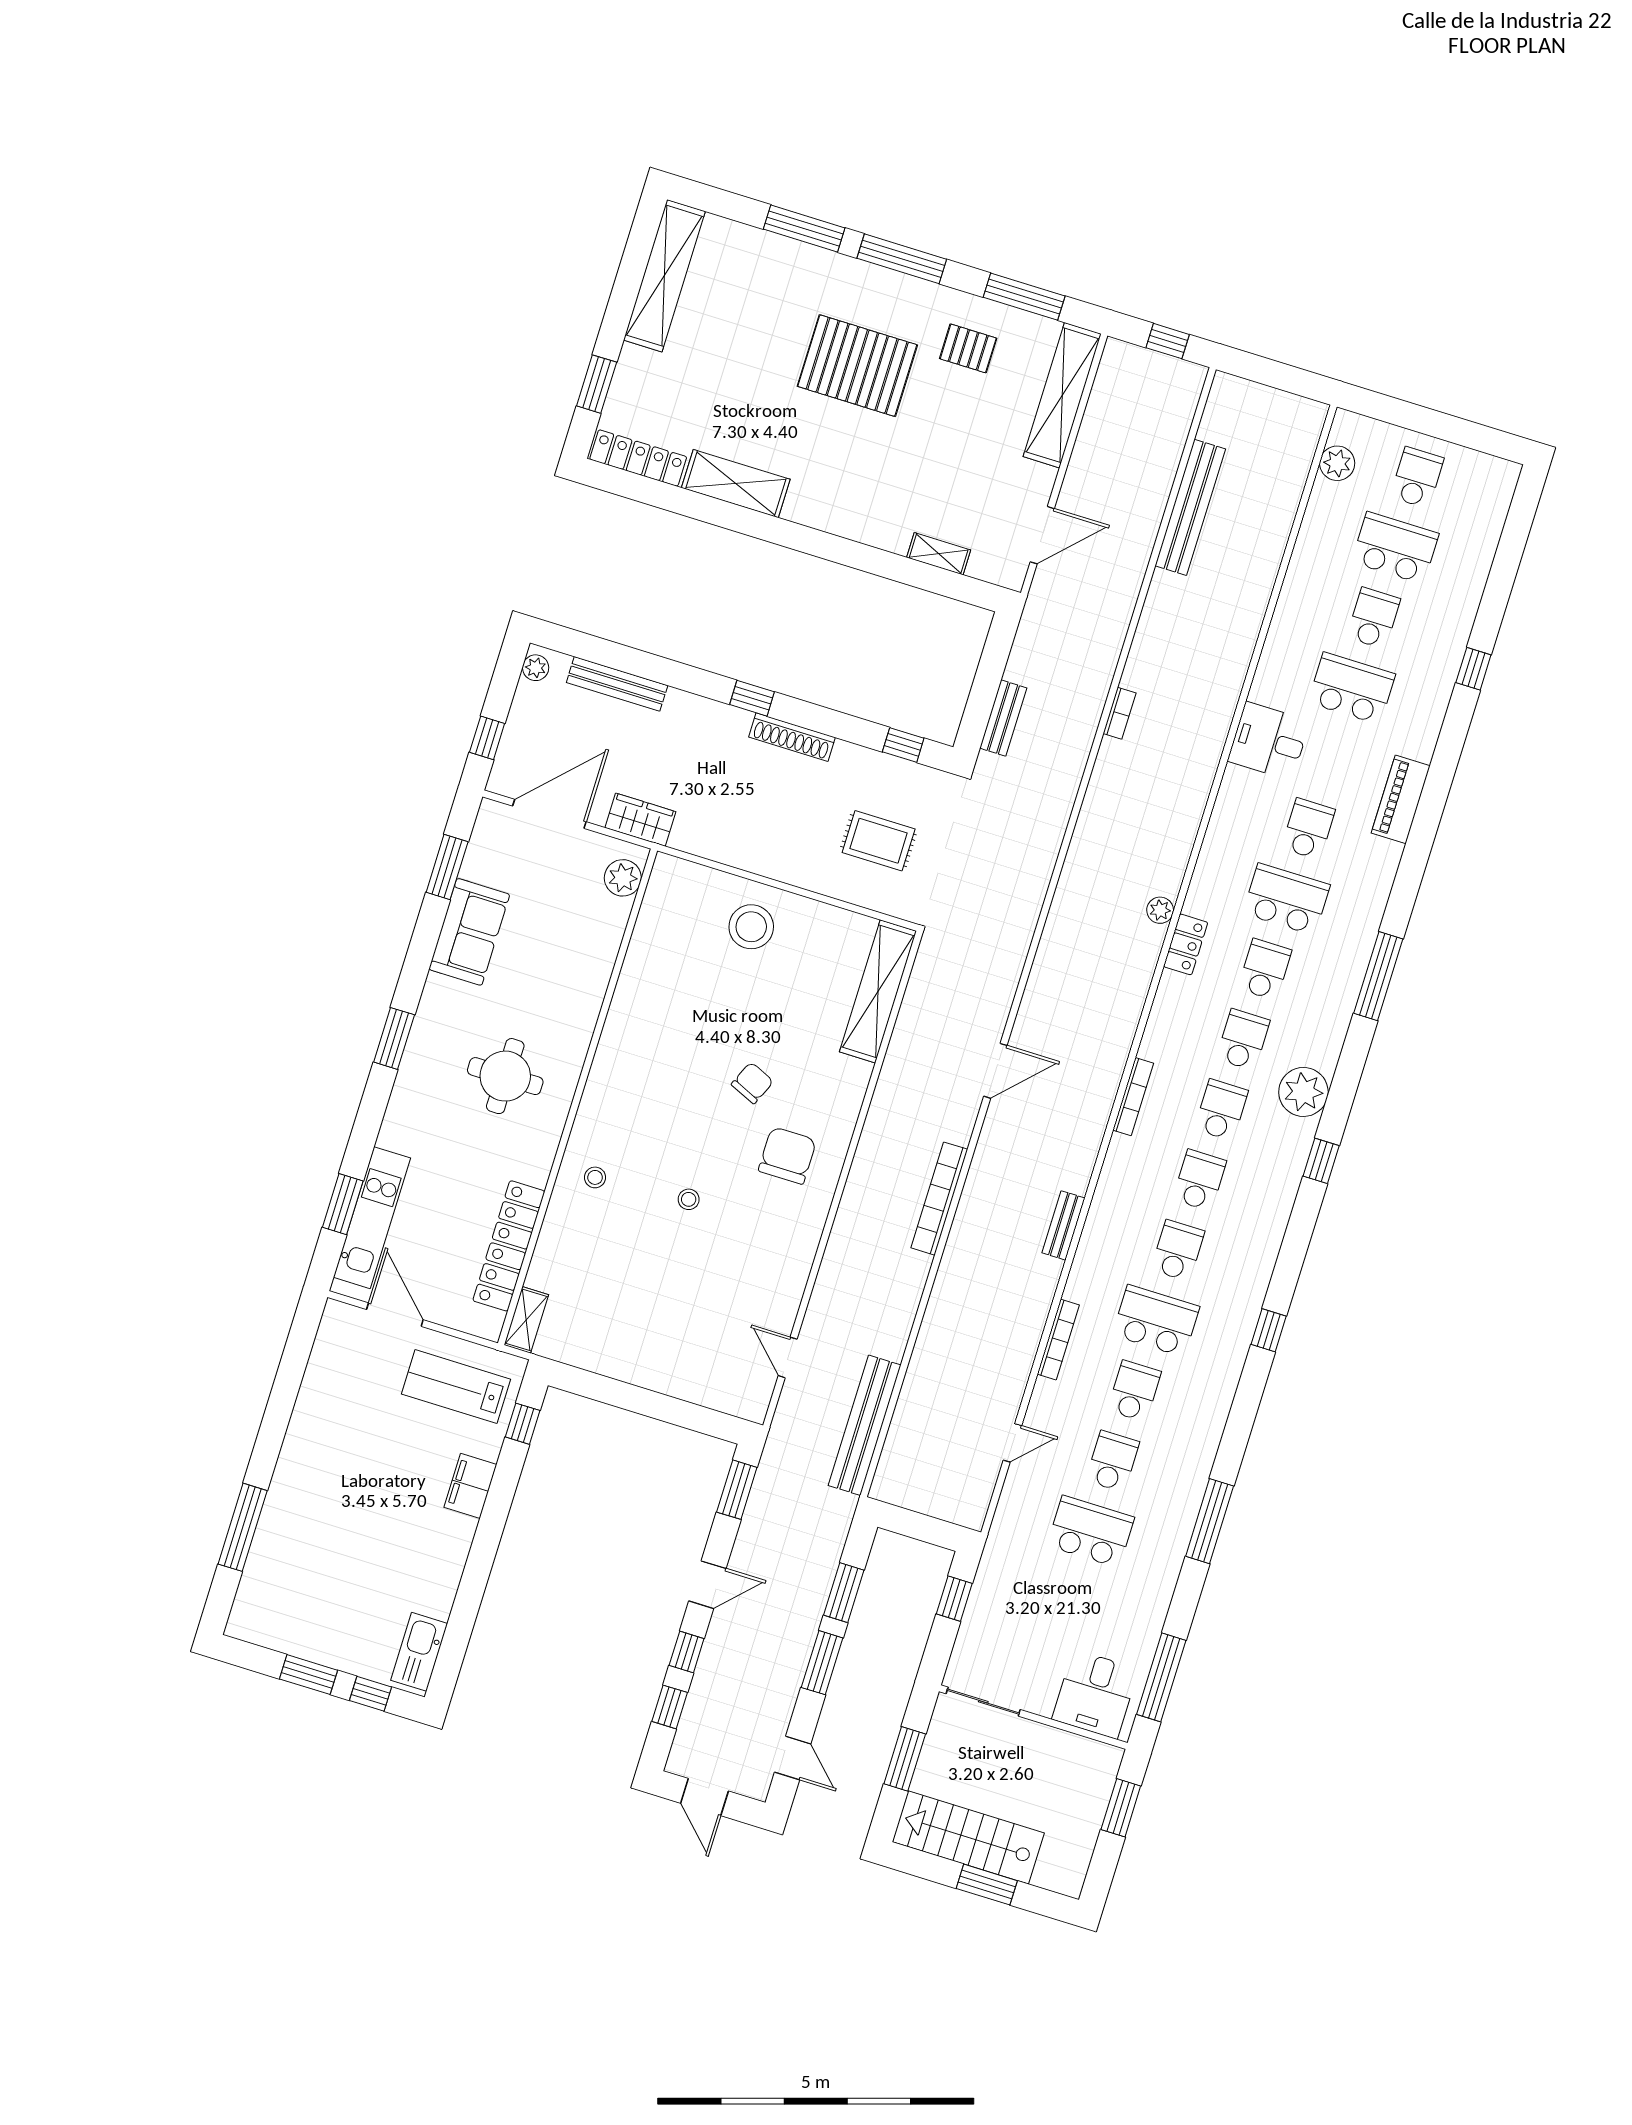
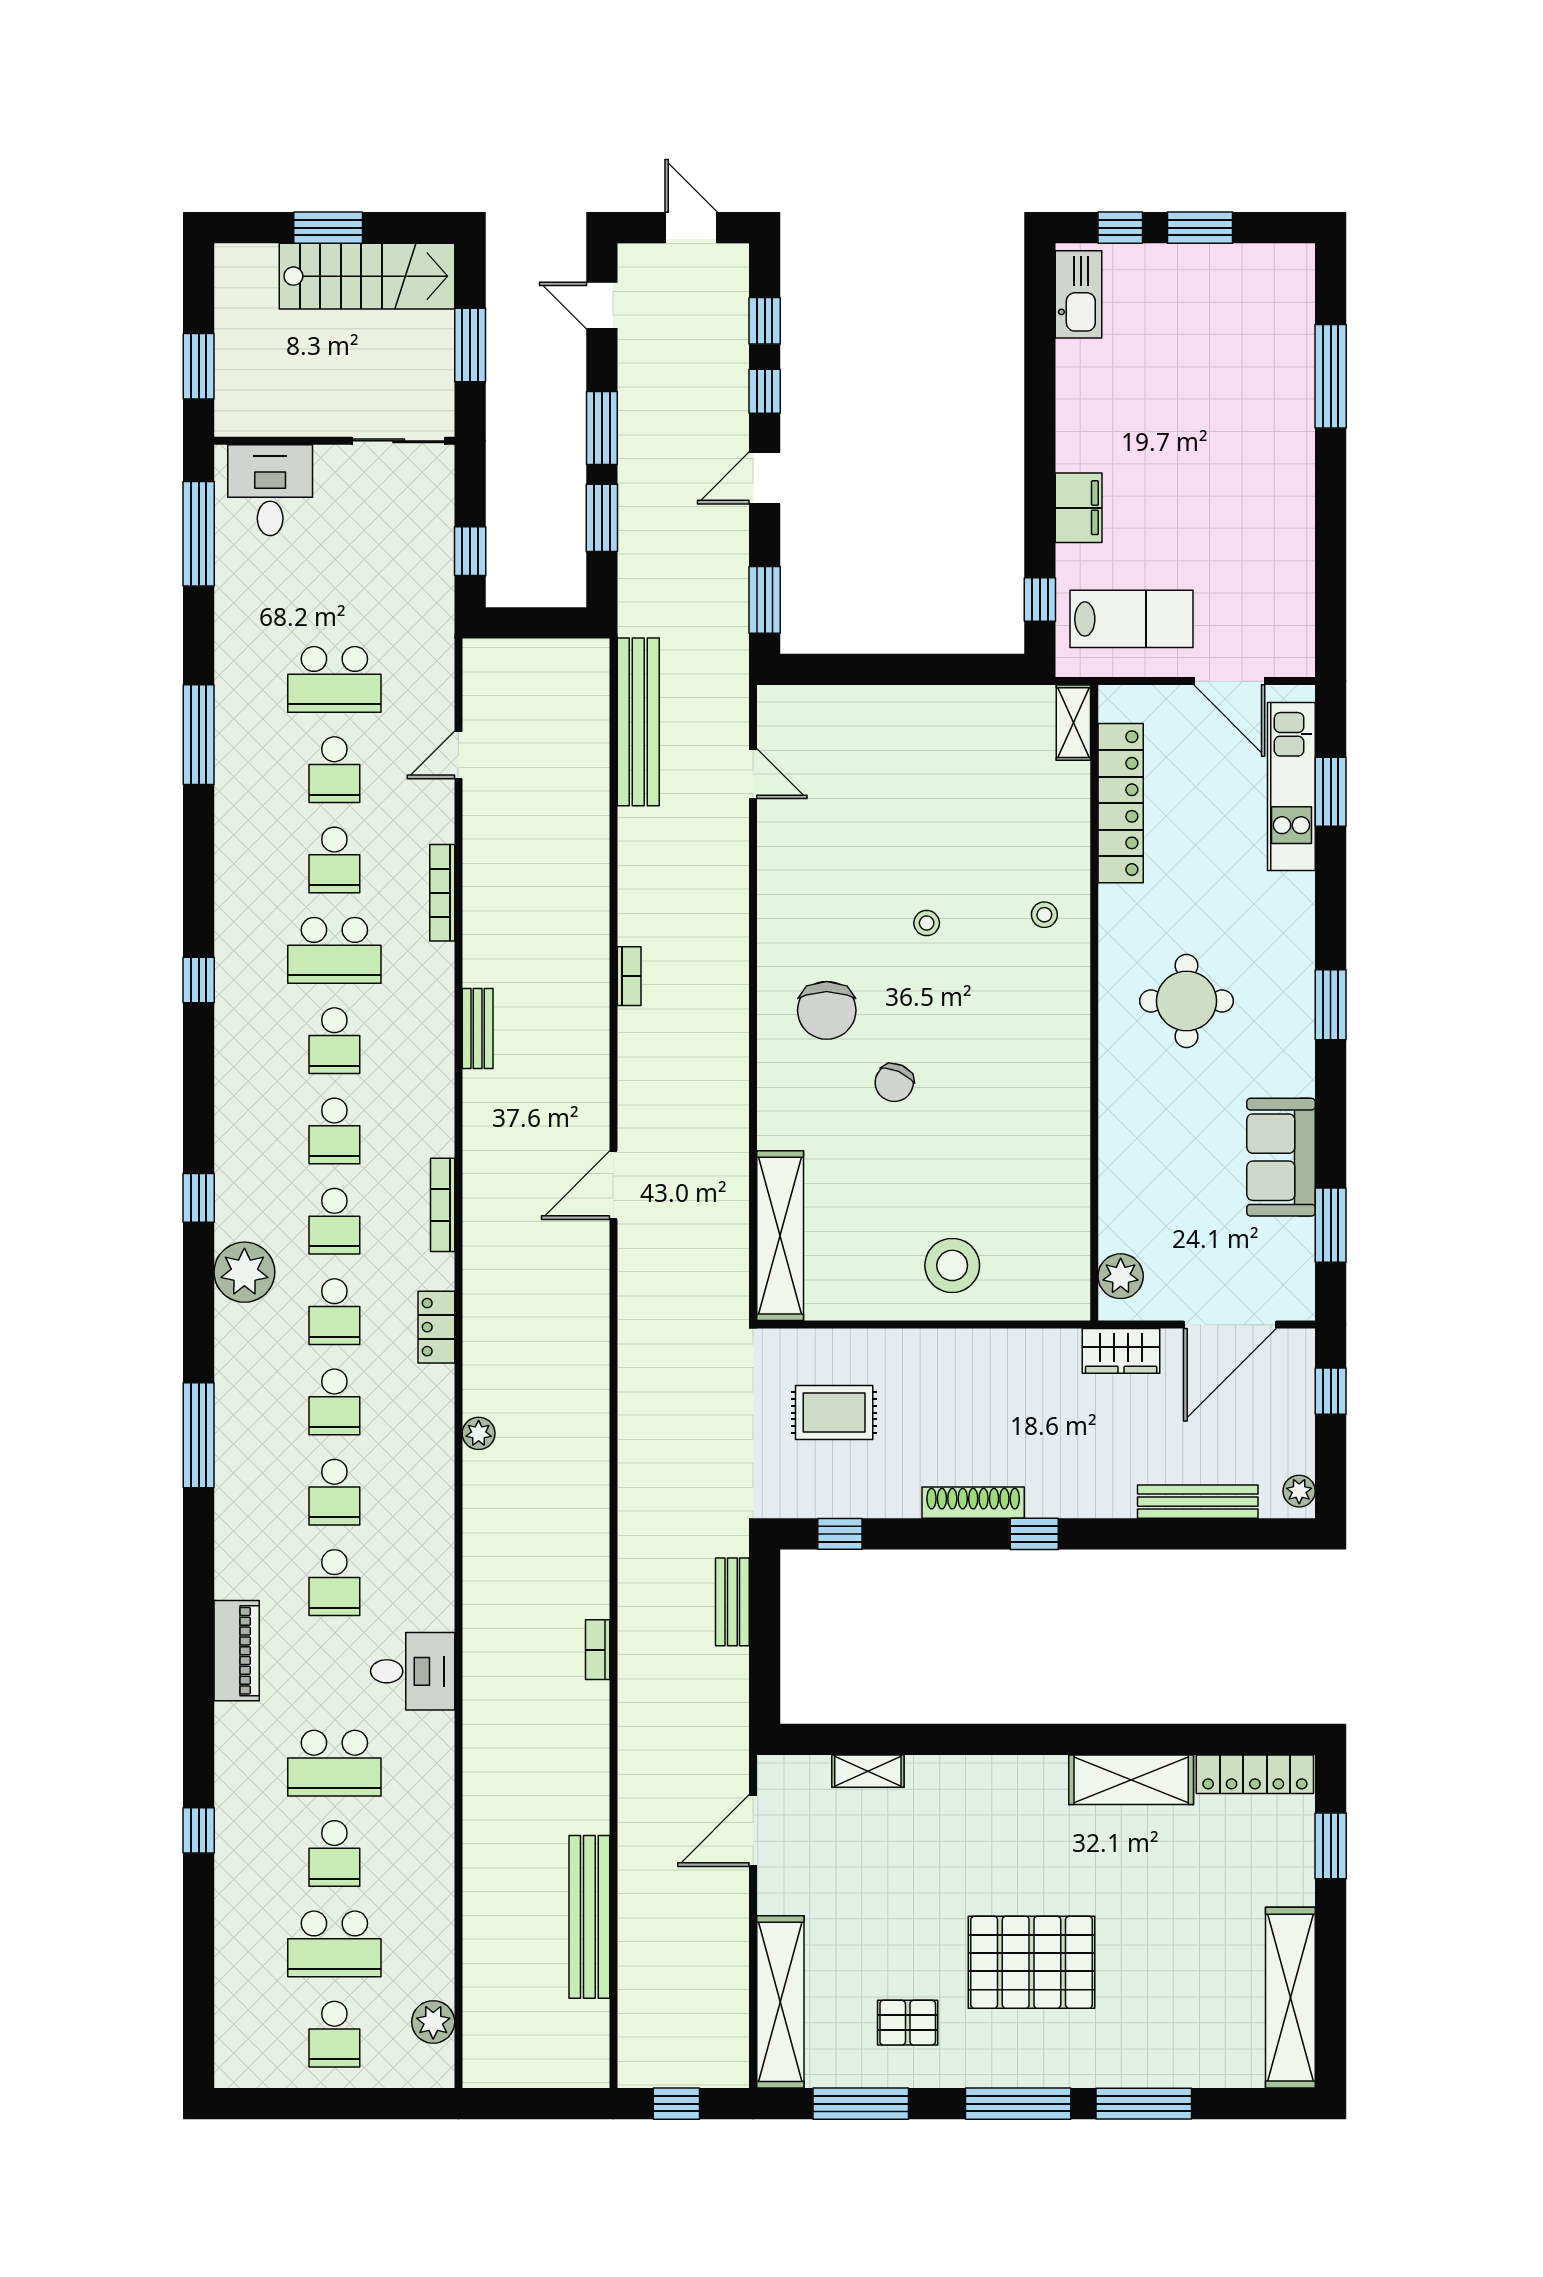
school desk: (1286, 899) -> (334, 1492), width x0.54
locker: (1186, 944) -> (436, 1327), moved
bookcase: (939, 1199) -> (629, 976), width x0.43, depth x0.76

